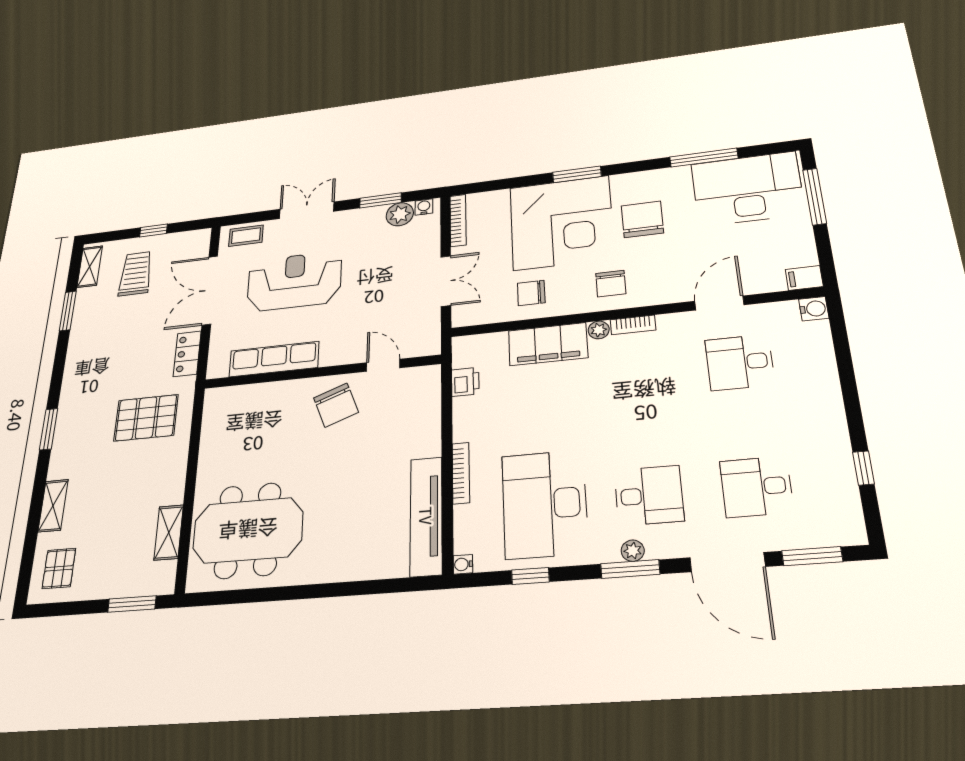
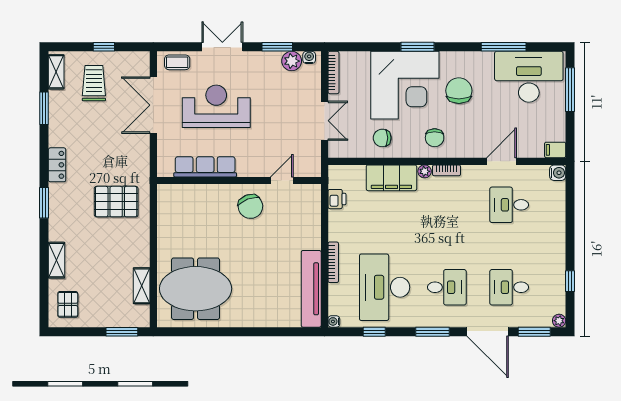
locker: (187, 354) -> (57, 165), moved, turned 180
door: (383, 365) -> (282, 181), hinge flipped
plant: (633, 551) -> (559, 321), moved

